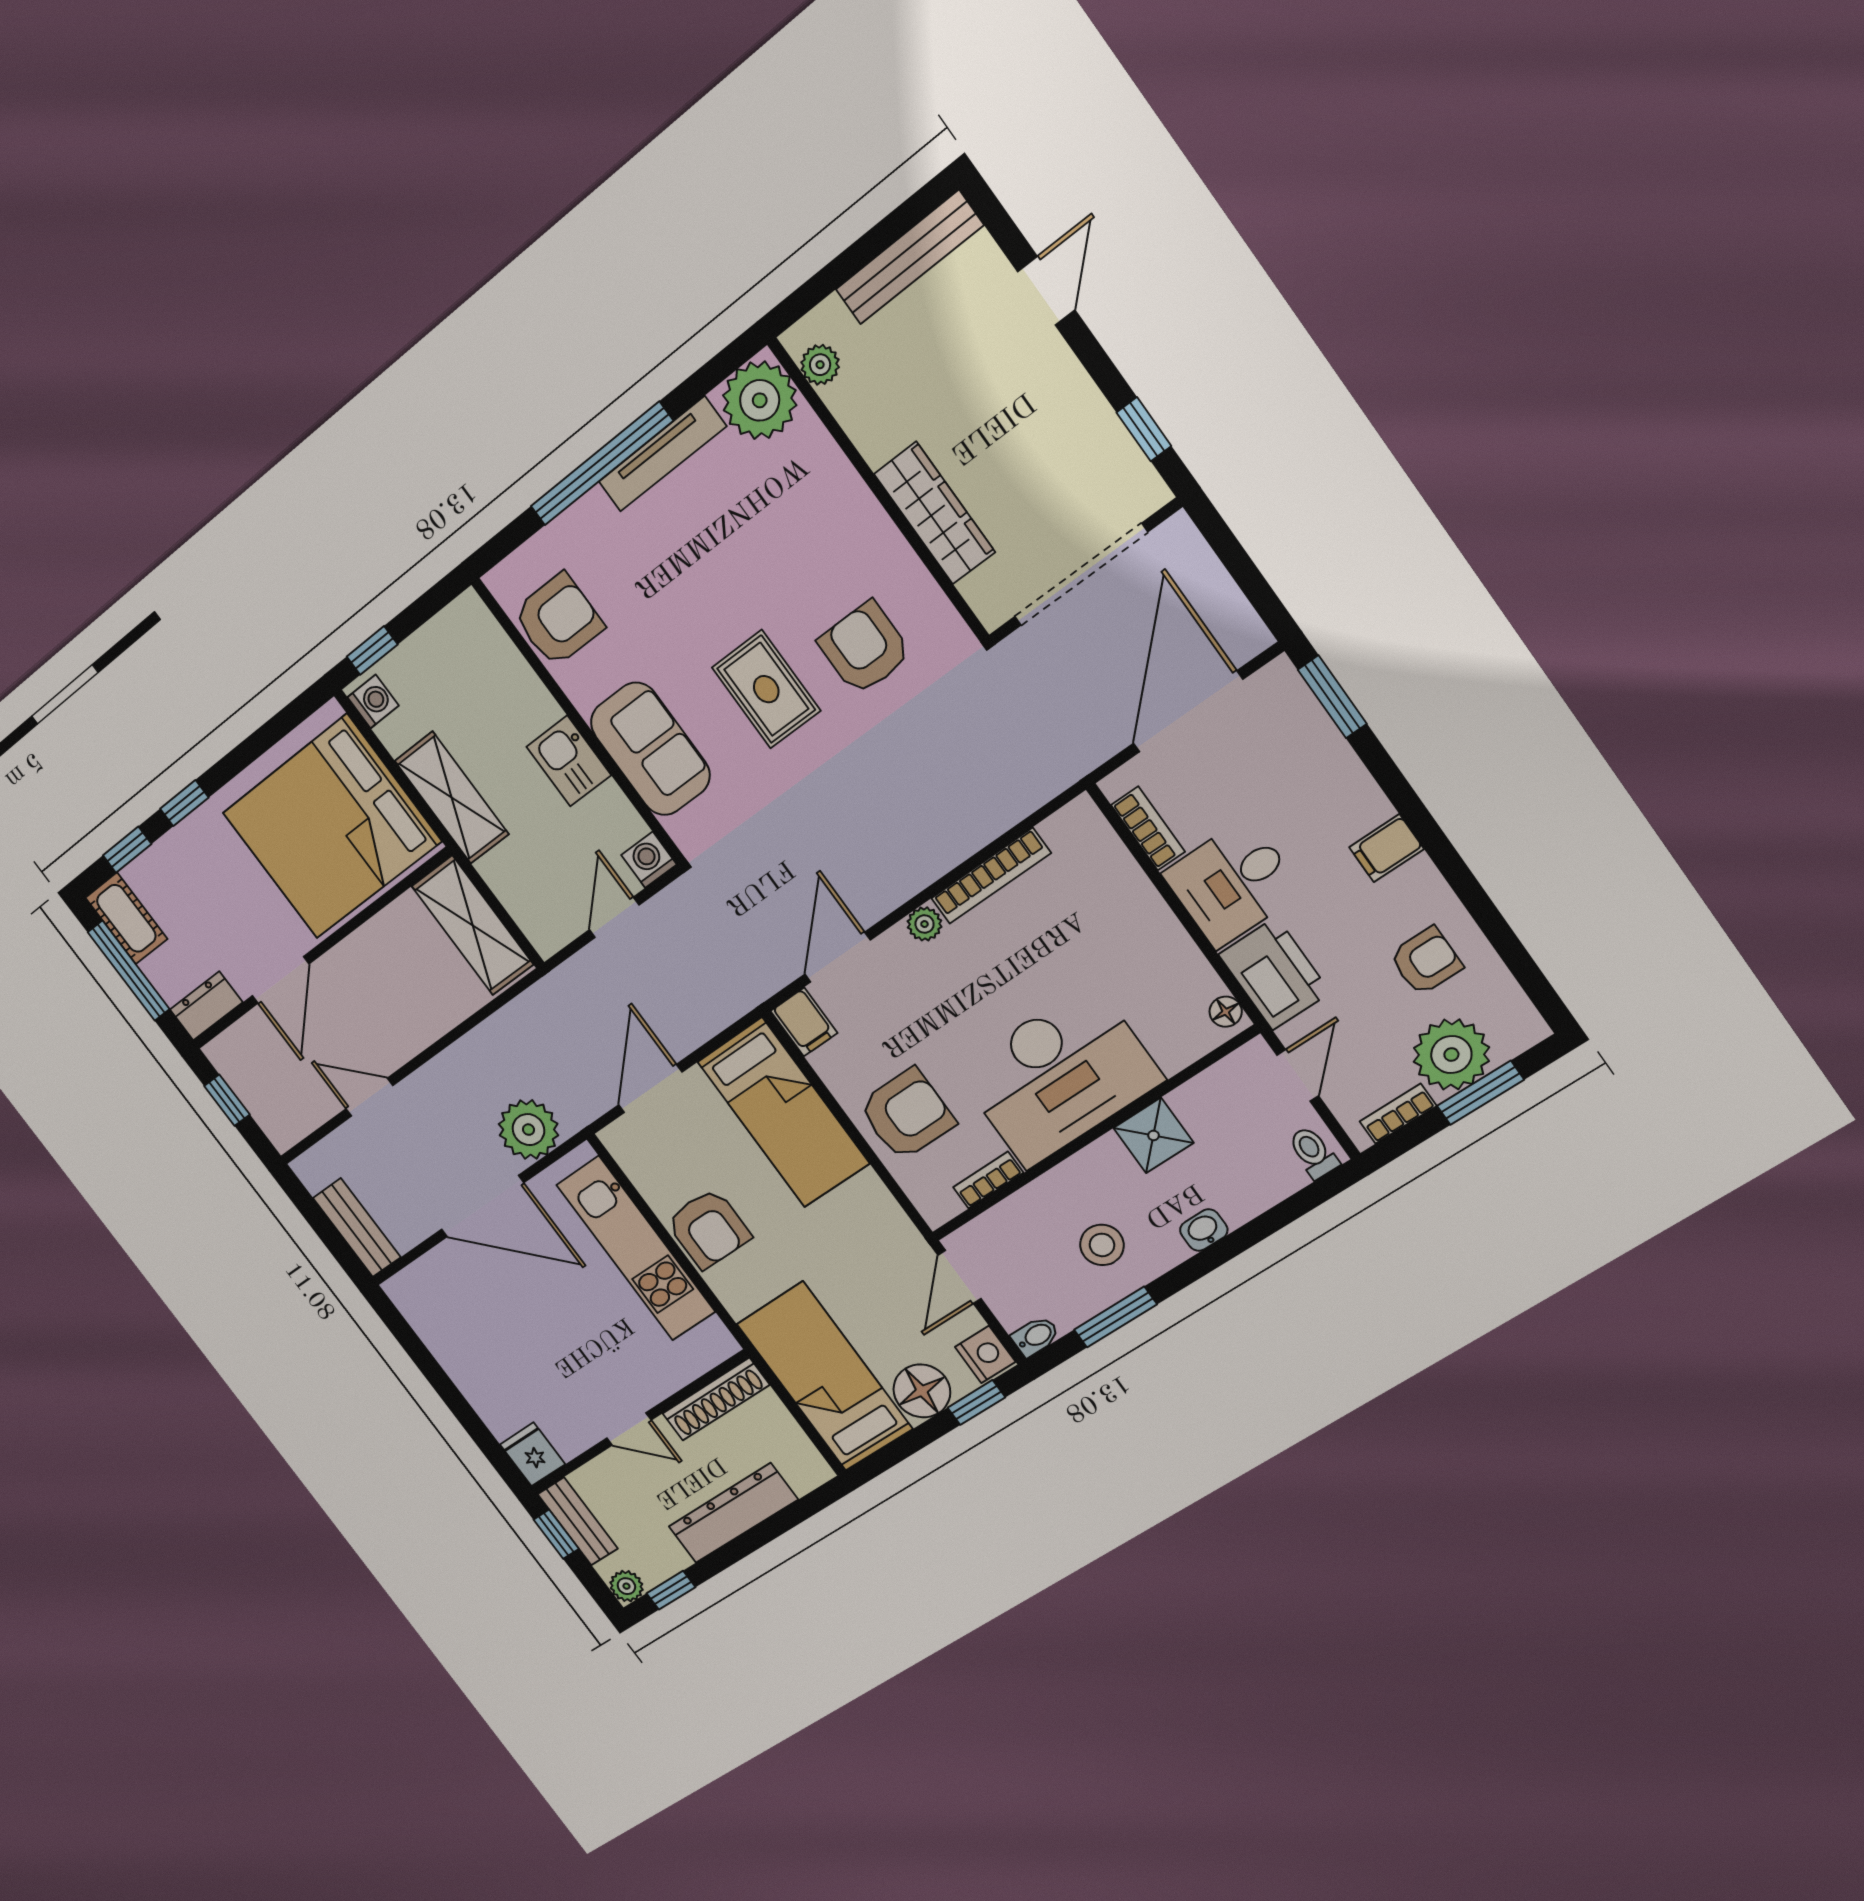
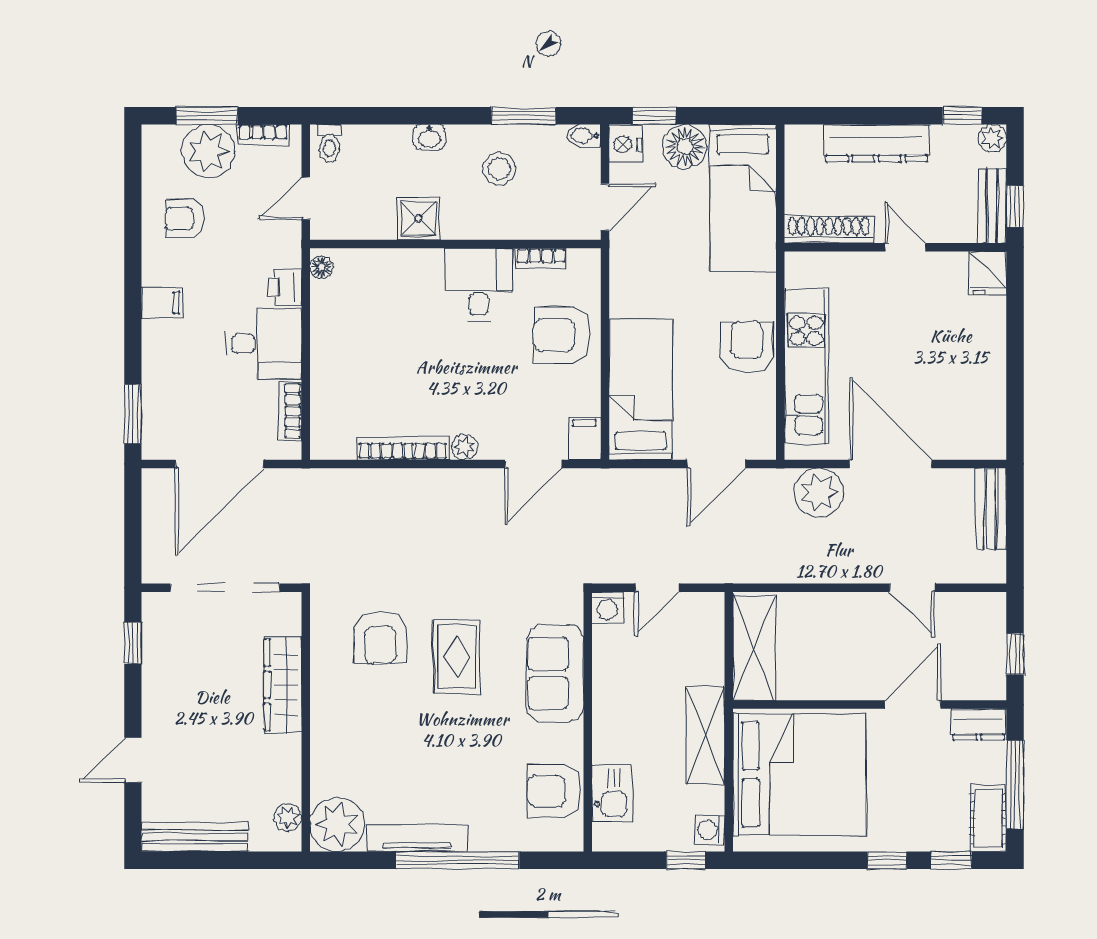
kitchen sink: (569, 761) -> (612, 793), moved
printer: (1274, 974) -> (285, 287), width x0.53, depth x0.68
desk: (1059, 1075) -> (479, 285), width x0.53, depth x0.77

